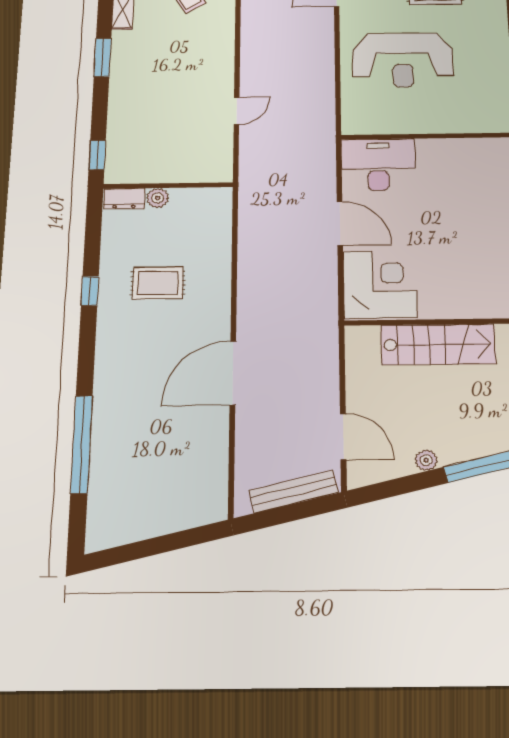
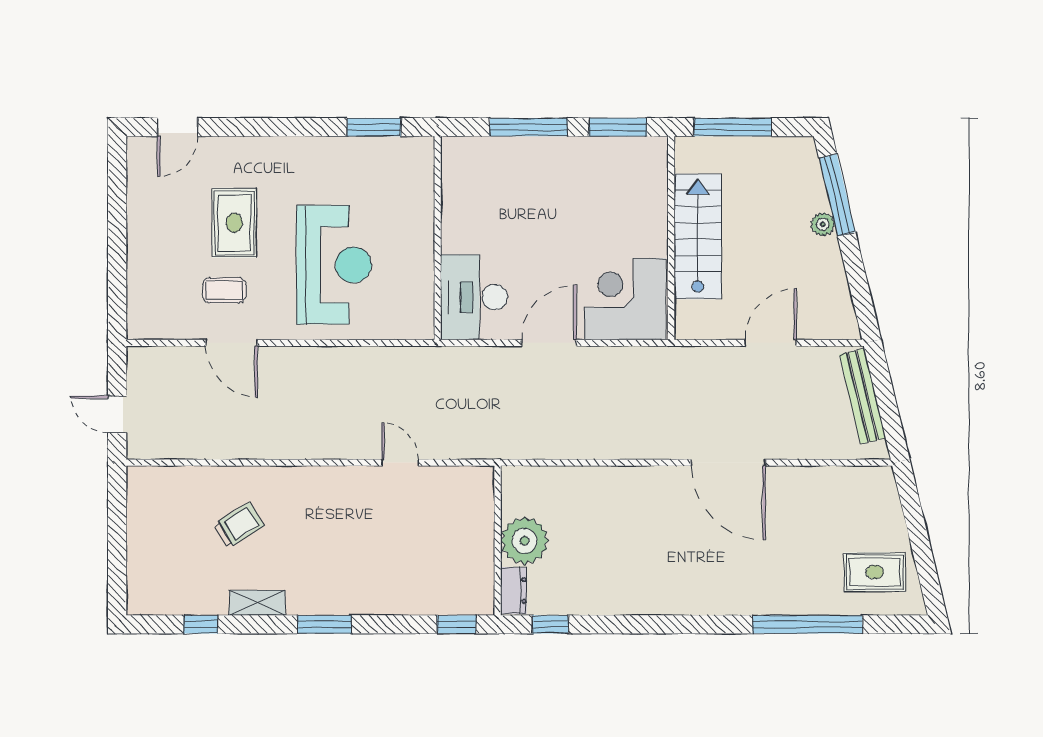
plant: (158, 198) -> (524, 541), width x1.88, depth x1.88
rug: (158, 283) -> (875, 572), moved, turned 90
window: (90, 291) -> (550, 624), moved
door: (343, 437) -> (771, 343), moved
plant: (426, 460) -> (823, 224), moved

